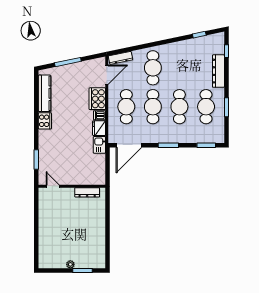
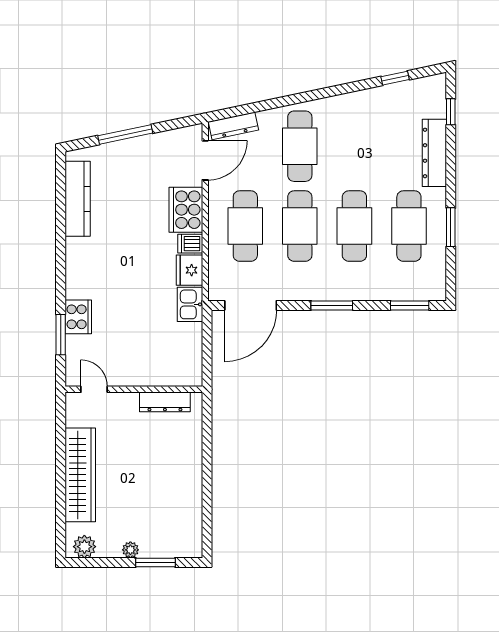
cooker: (45, 121) -> (78, 317), moved
wardrobe: (46, 228) -> (80, 475), added
plant: (48, 263) -> (84, 547), added

